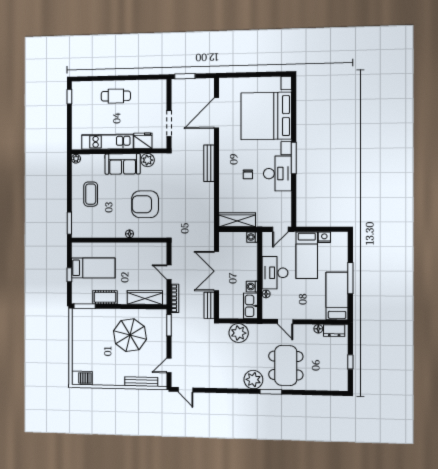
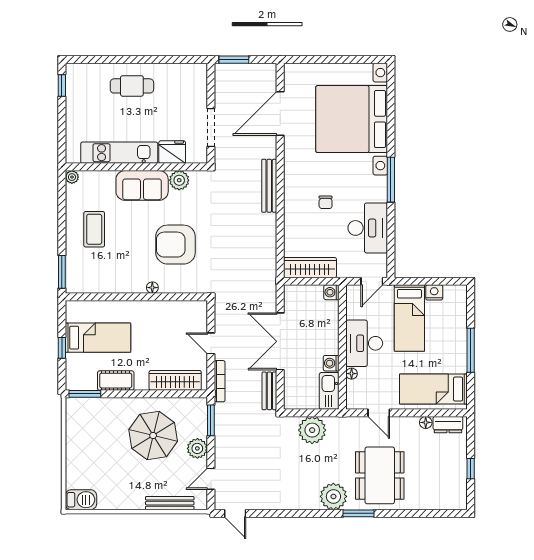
desk: (277, 174) -> (368, 228), moved
bed: (337, 296) -> (433, 389), moved, turned -90
plant: (160, 344) -> (197, 448), added

